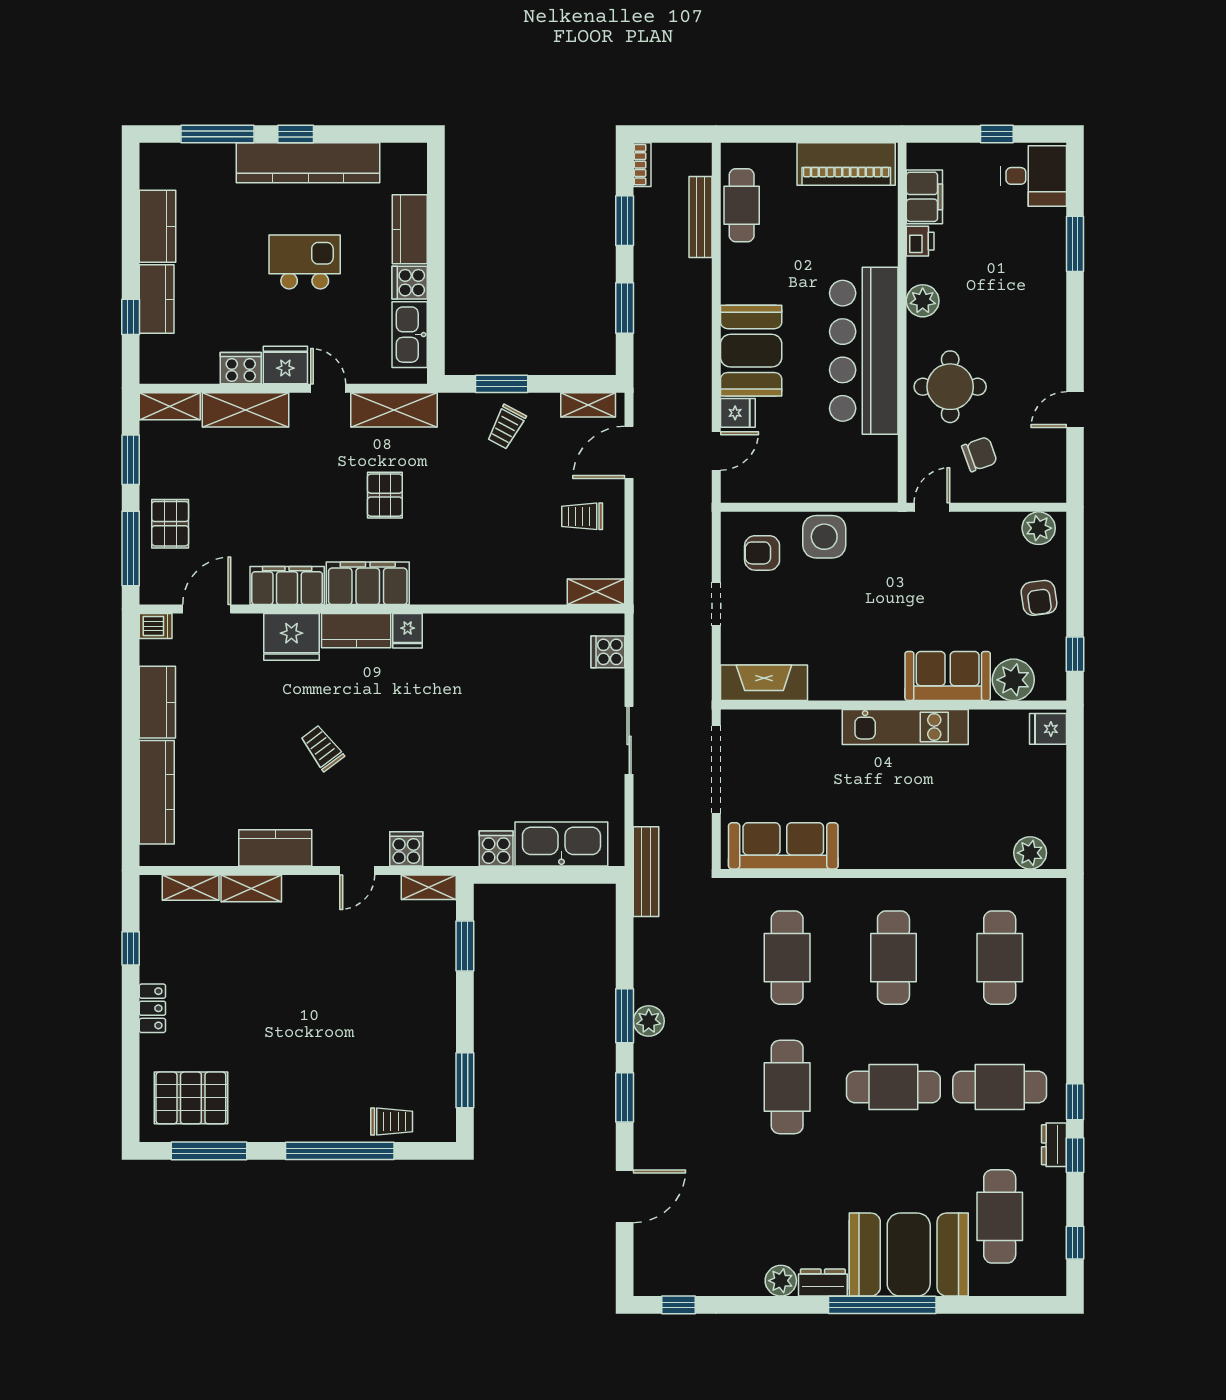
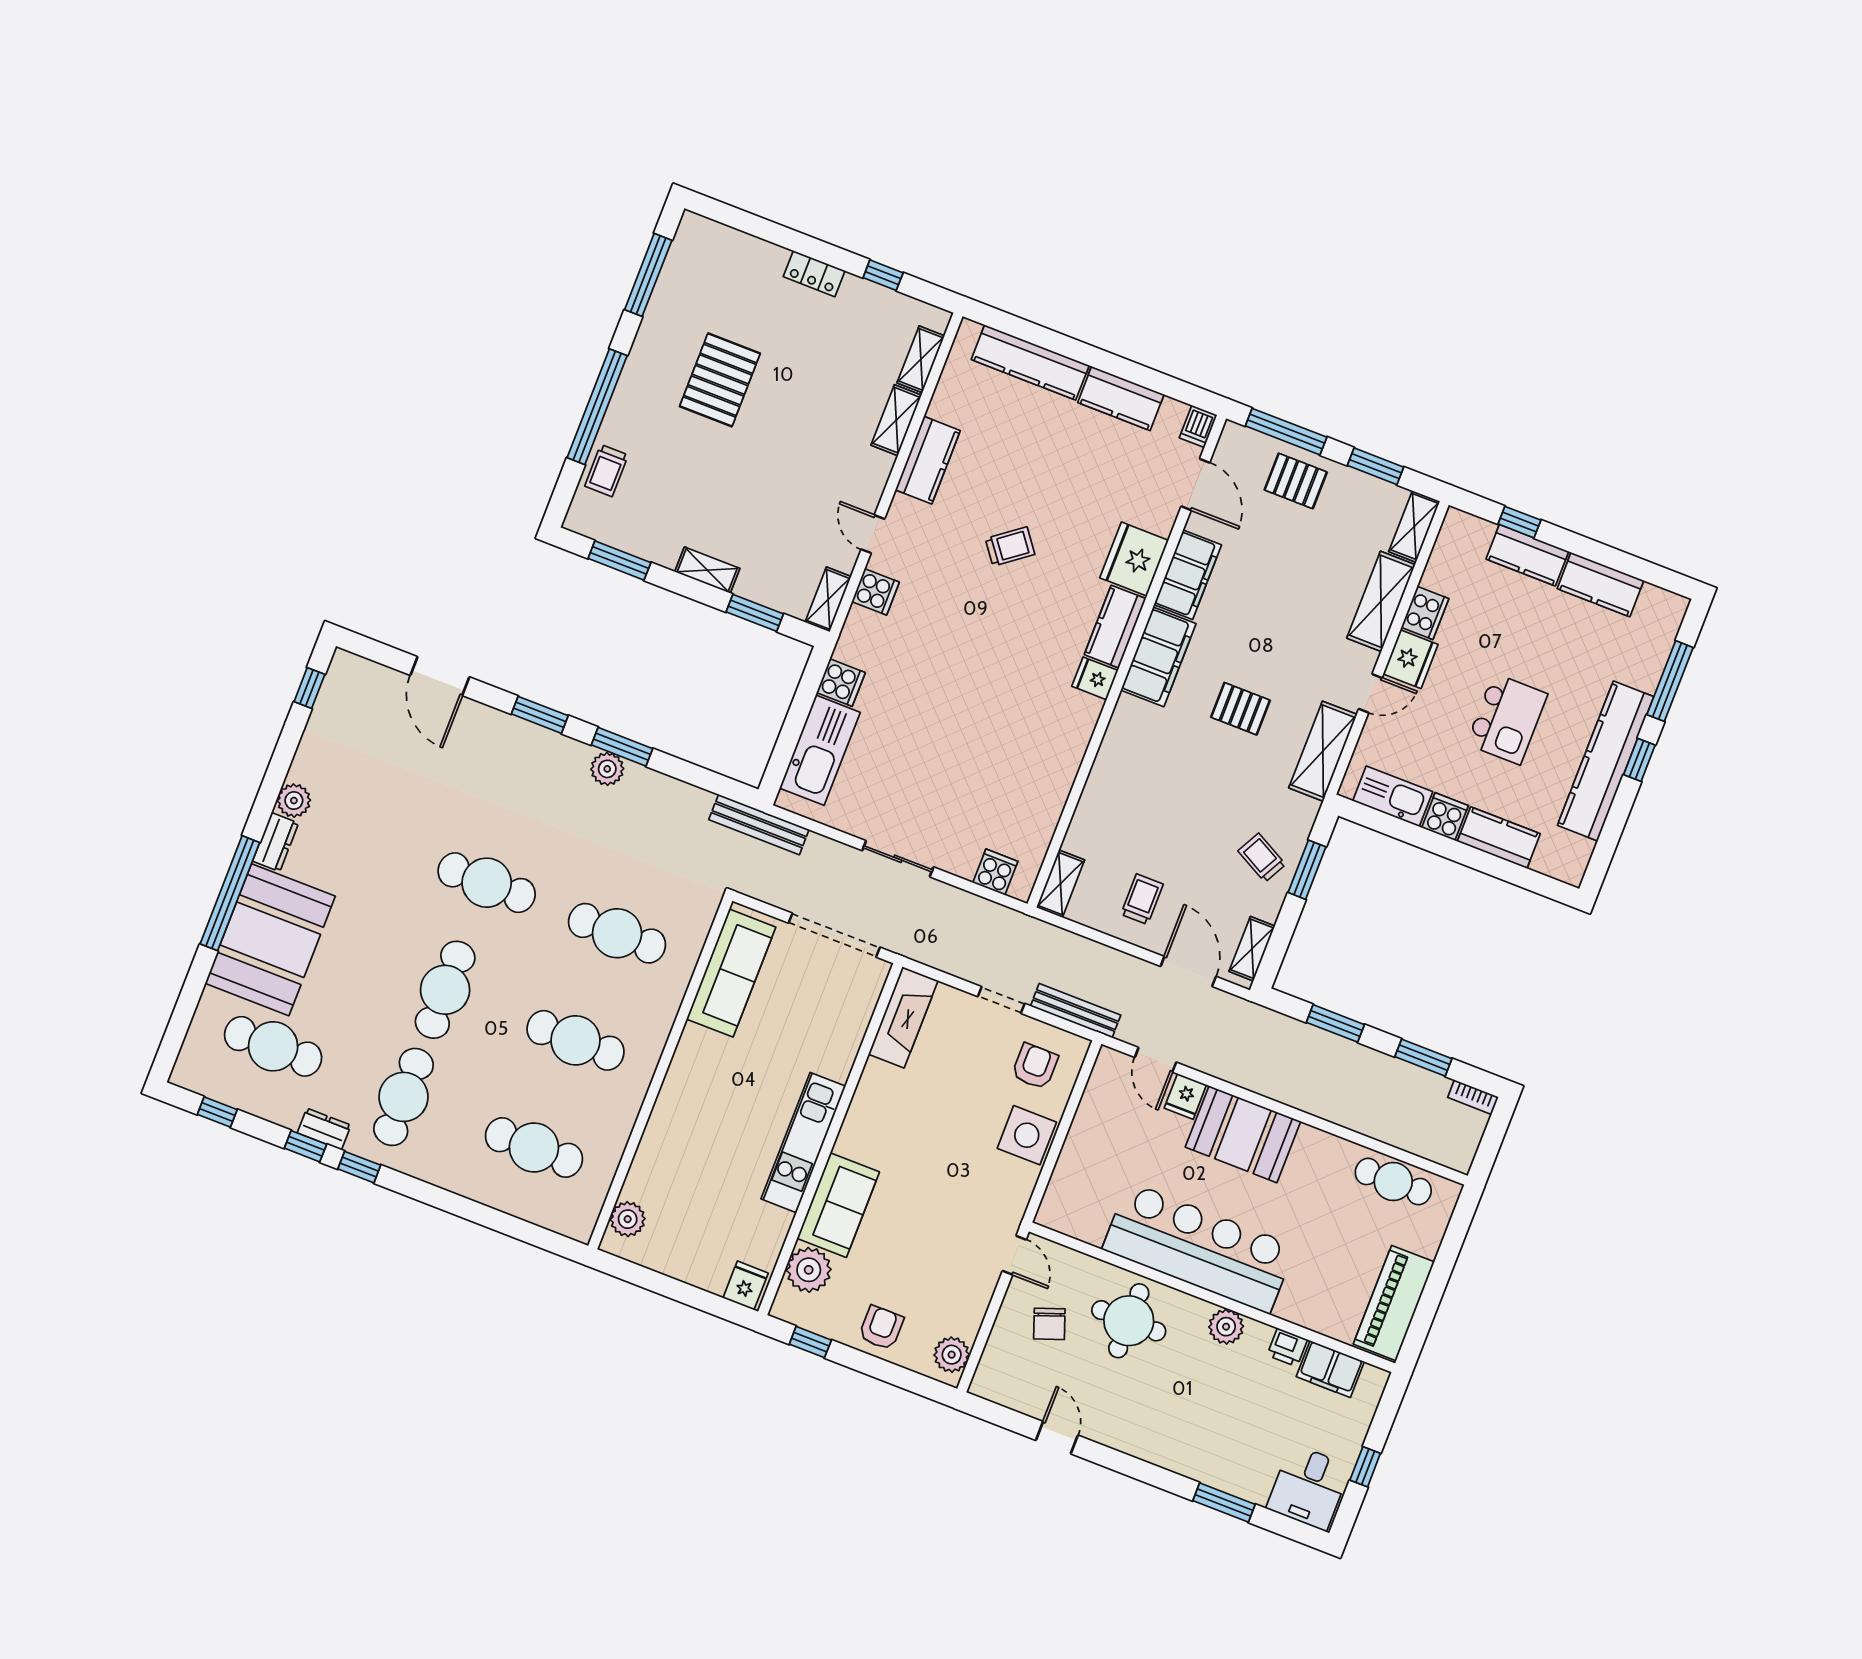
bench: (700, 217) -> (1076, 1011), moved
armchair: (1039, 598) -> (881, 1328), turned 98
shelving: (444, 1001) -> (707, 570), added
pallet: (191, 1098) -> (720, 380), moved

